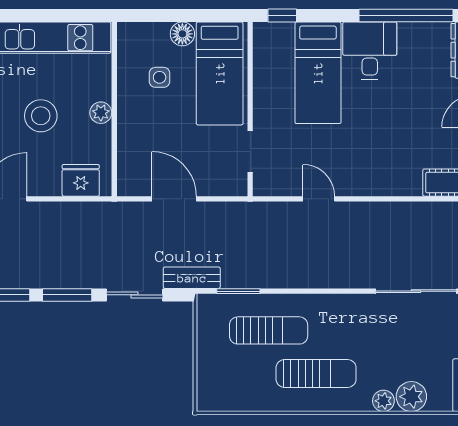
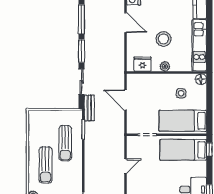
floor lamp: (182, 34) -> (201, 79), moved
bed: (318, 73) -> (183, 150), moved
fridge: (81, 180) -> (142, 64), moved, turned -90
door: (174, 199) -> (125, 100), swing flipped

